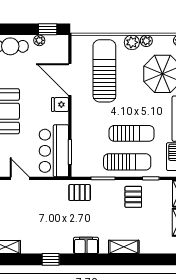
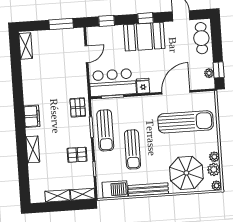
plant: (39, 40) -> (209, 73), moved
plant: (132, 42) -> (214, 169), moved
fridge: (60, 105) -> (143, 86), moved
sun lounger: (127, 162) -> (105, 130), moved
window: (51, 259) -> (18, 86), removed

